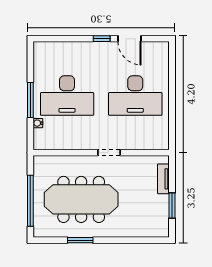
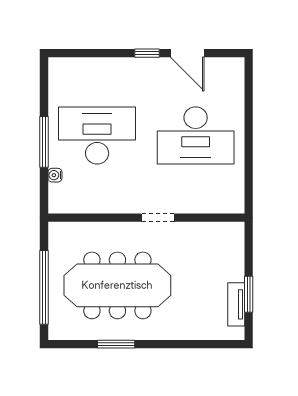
desk: (67, 96) -> (97, 135), turned 180
tv unit: (163, 179) -> (236, 304), moved

